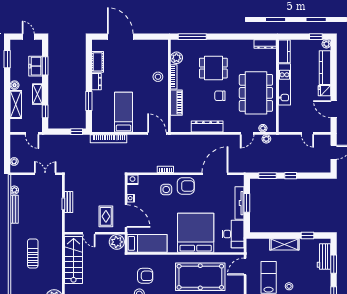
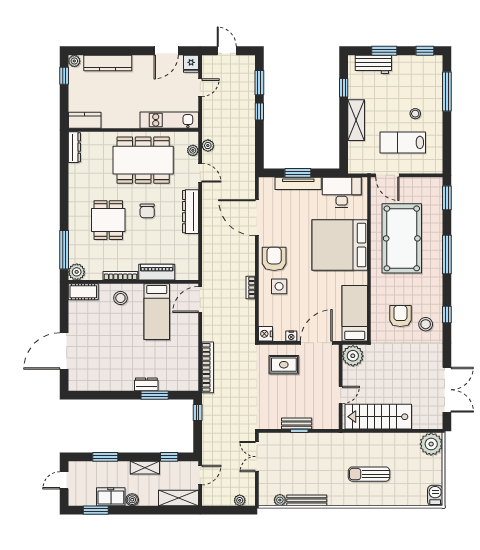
plant: (176, 58) -> (77, 272), moved
cot: (98, 62) -> (83, 292), moved
freezer: (35, 66) -> (111, 497), moved, turned 180
dresser: (97, 82) -> (146, 384), moved
kitchen unit: (284, 84) -> (169, 120), moved
fridge: (324, 91) -> (191, 64), moved
shelving: (16, 104) -> (178, 498), moved
bed: (123, 112) -> (157, 312), moved, turned -90
dresser: (207, 127) -> (190, 212), moved
window: (267, 176) -> (259, 83), moved
rug: (106, 216) -> (284, 365), moved

